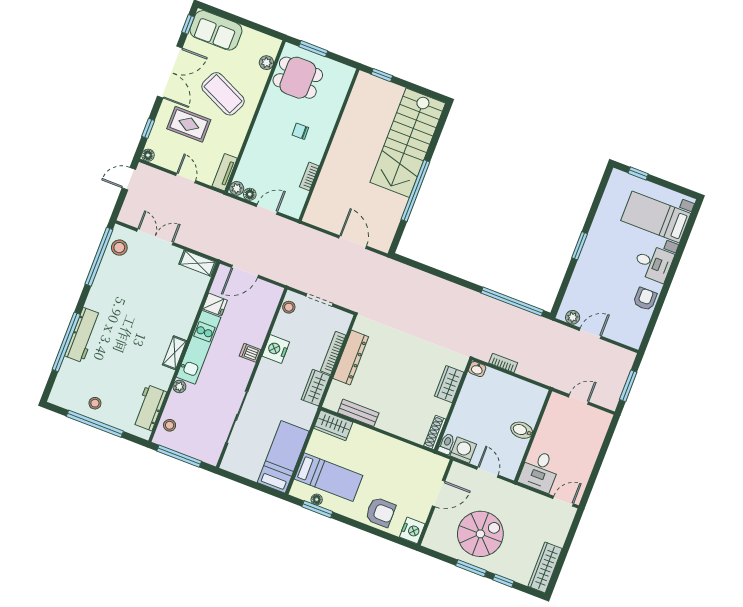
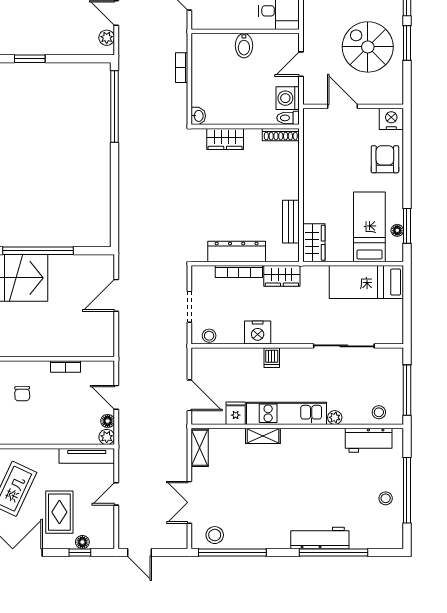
floor lamp: (148, 155) -> (82, 542), moved
tv unit: (225, 172) -> (87, 456), width x1.41
shelving: (175, 353) -> (263, 436), moved
bookcase: (503, 363) -> (182, 68), moved

